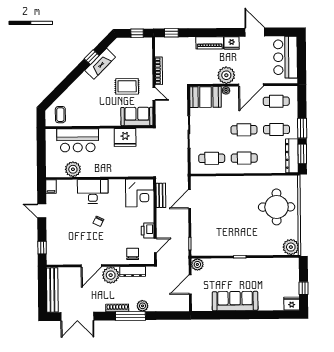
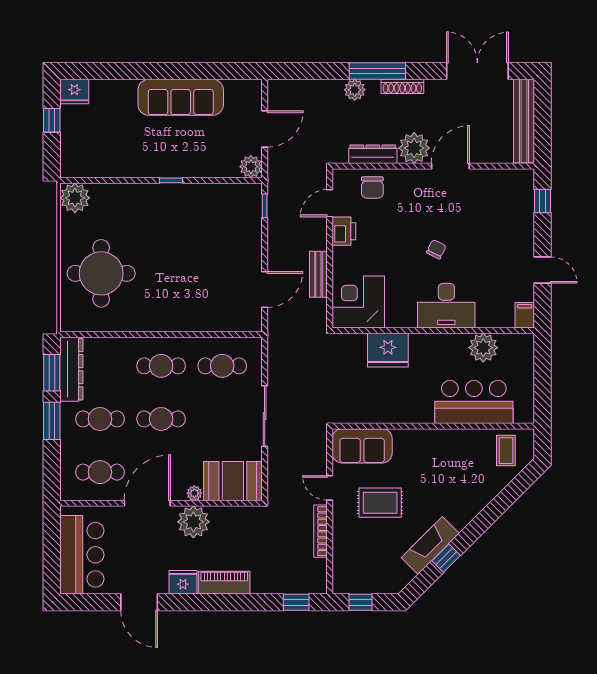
fridge: (125, 137) -> (388, 350), moved, turned 180
bench: (161, 195) -> (318, 274), moved

